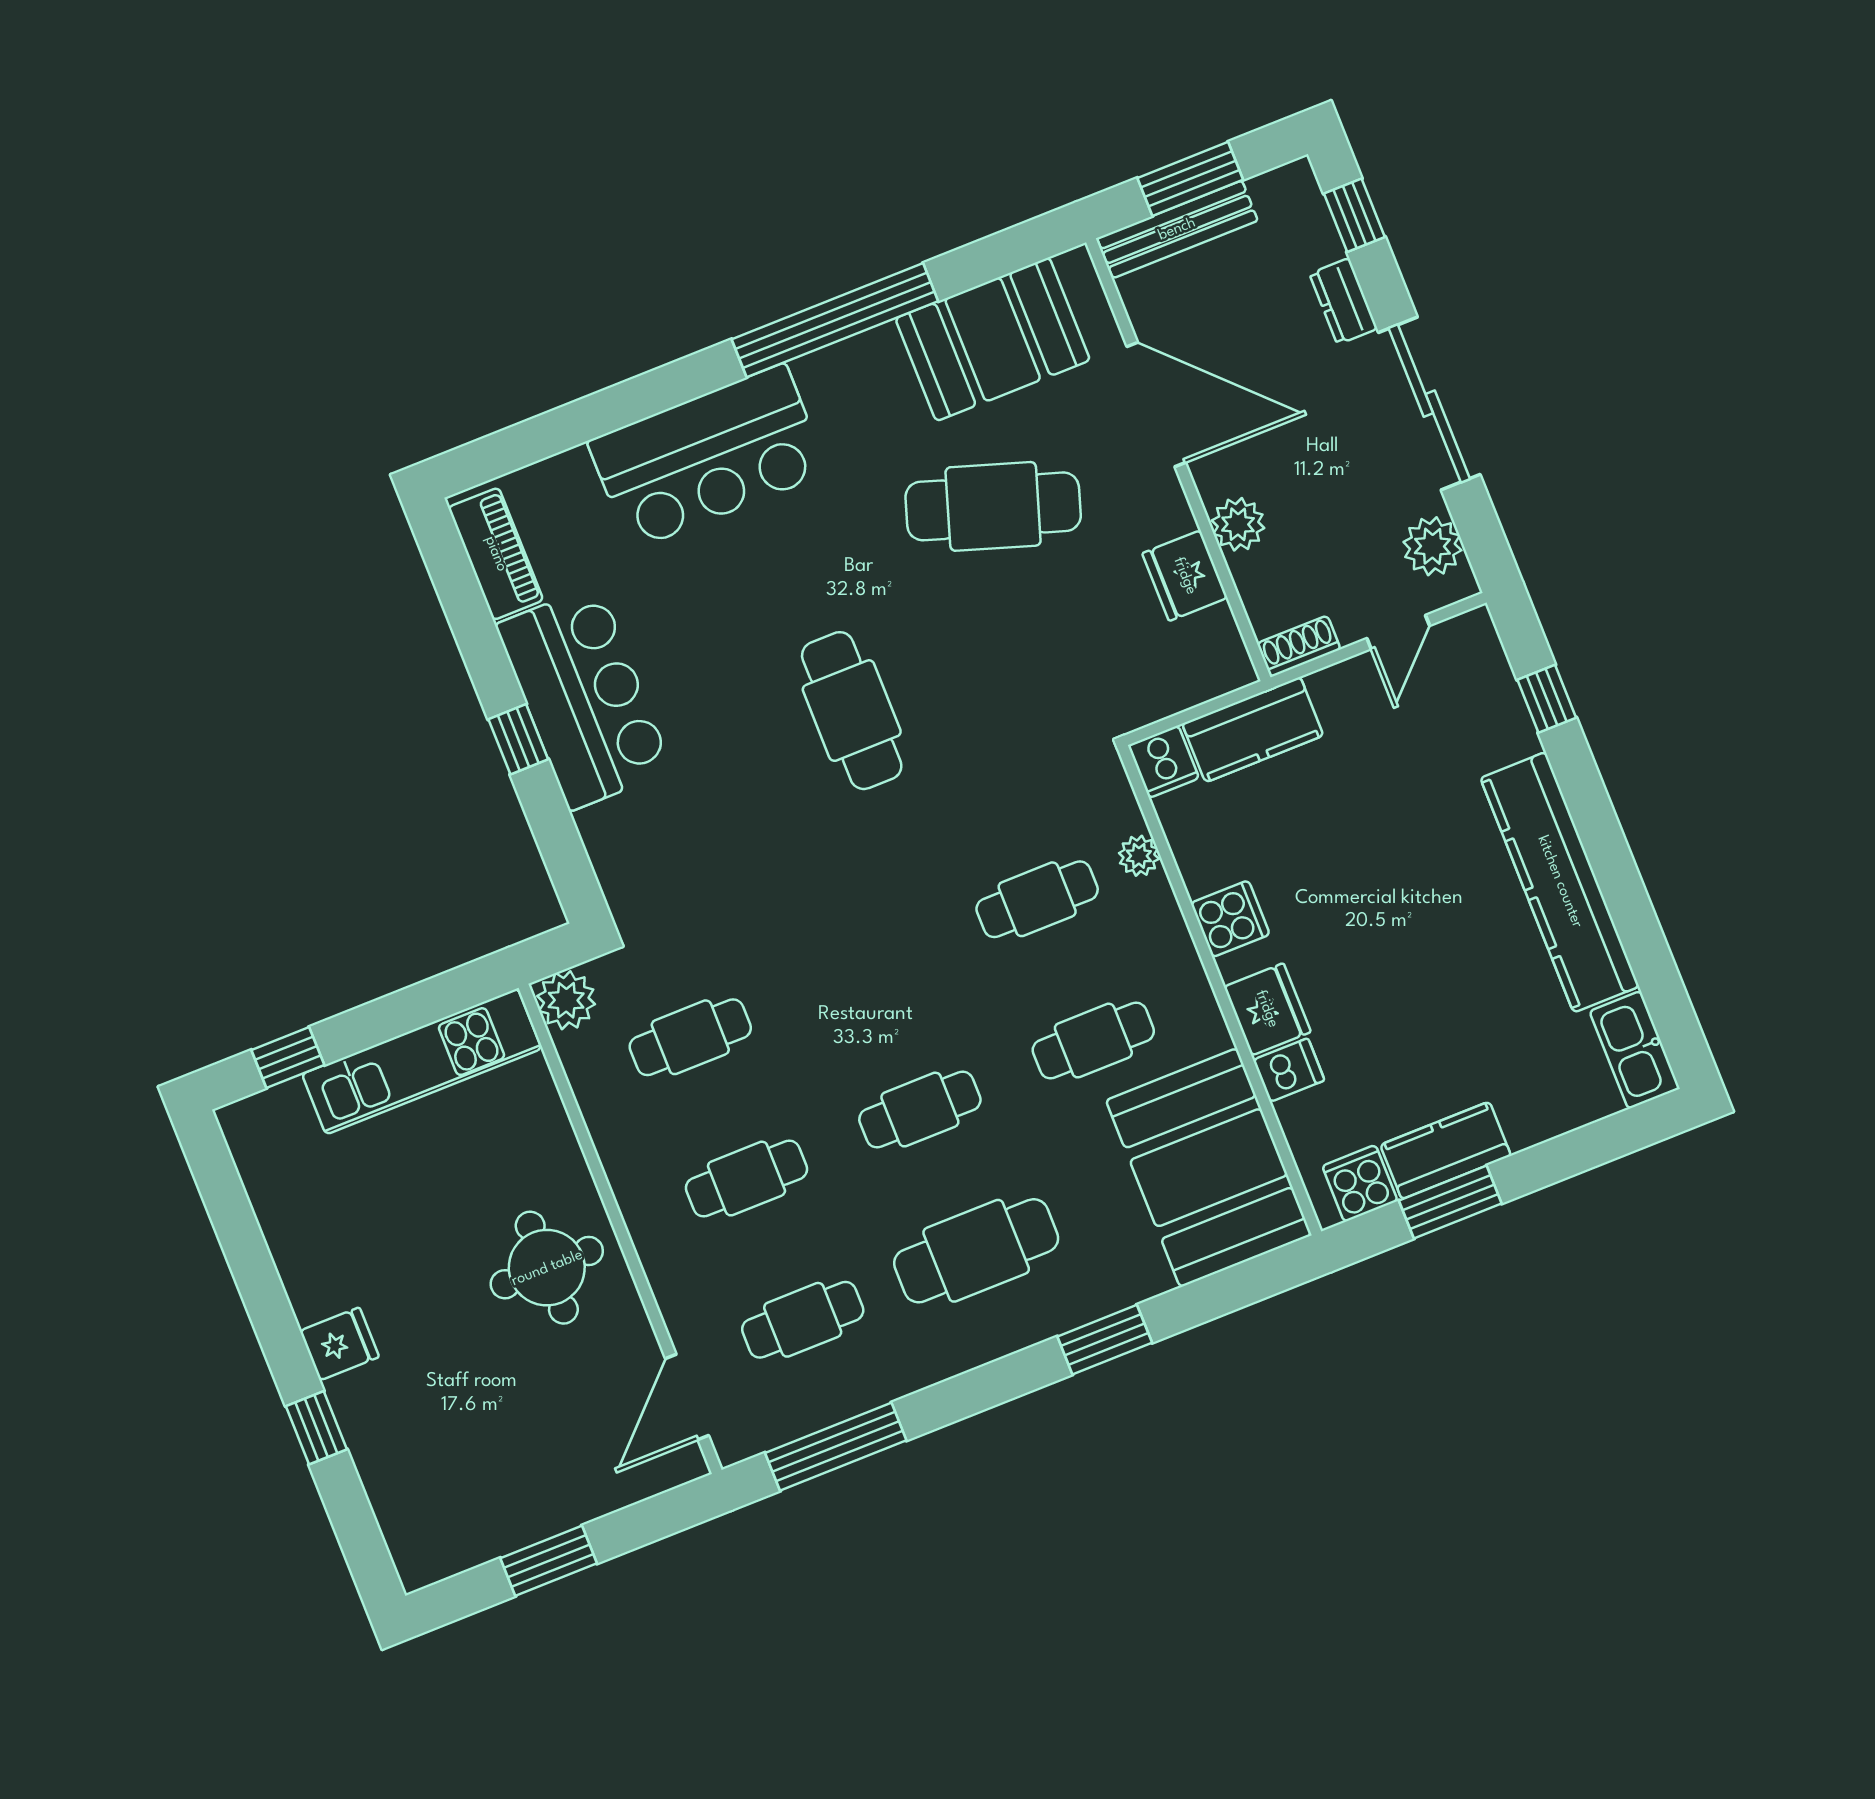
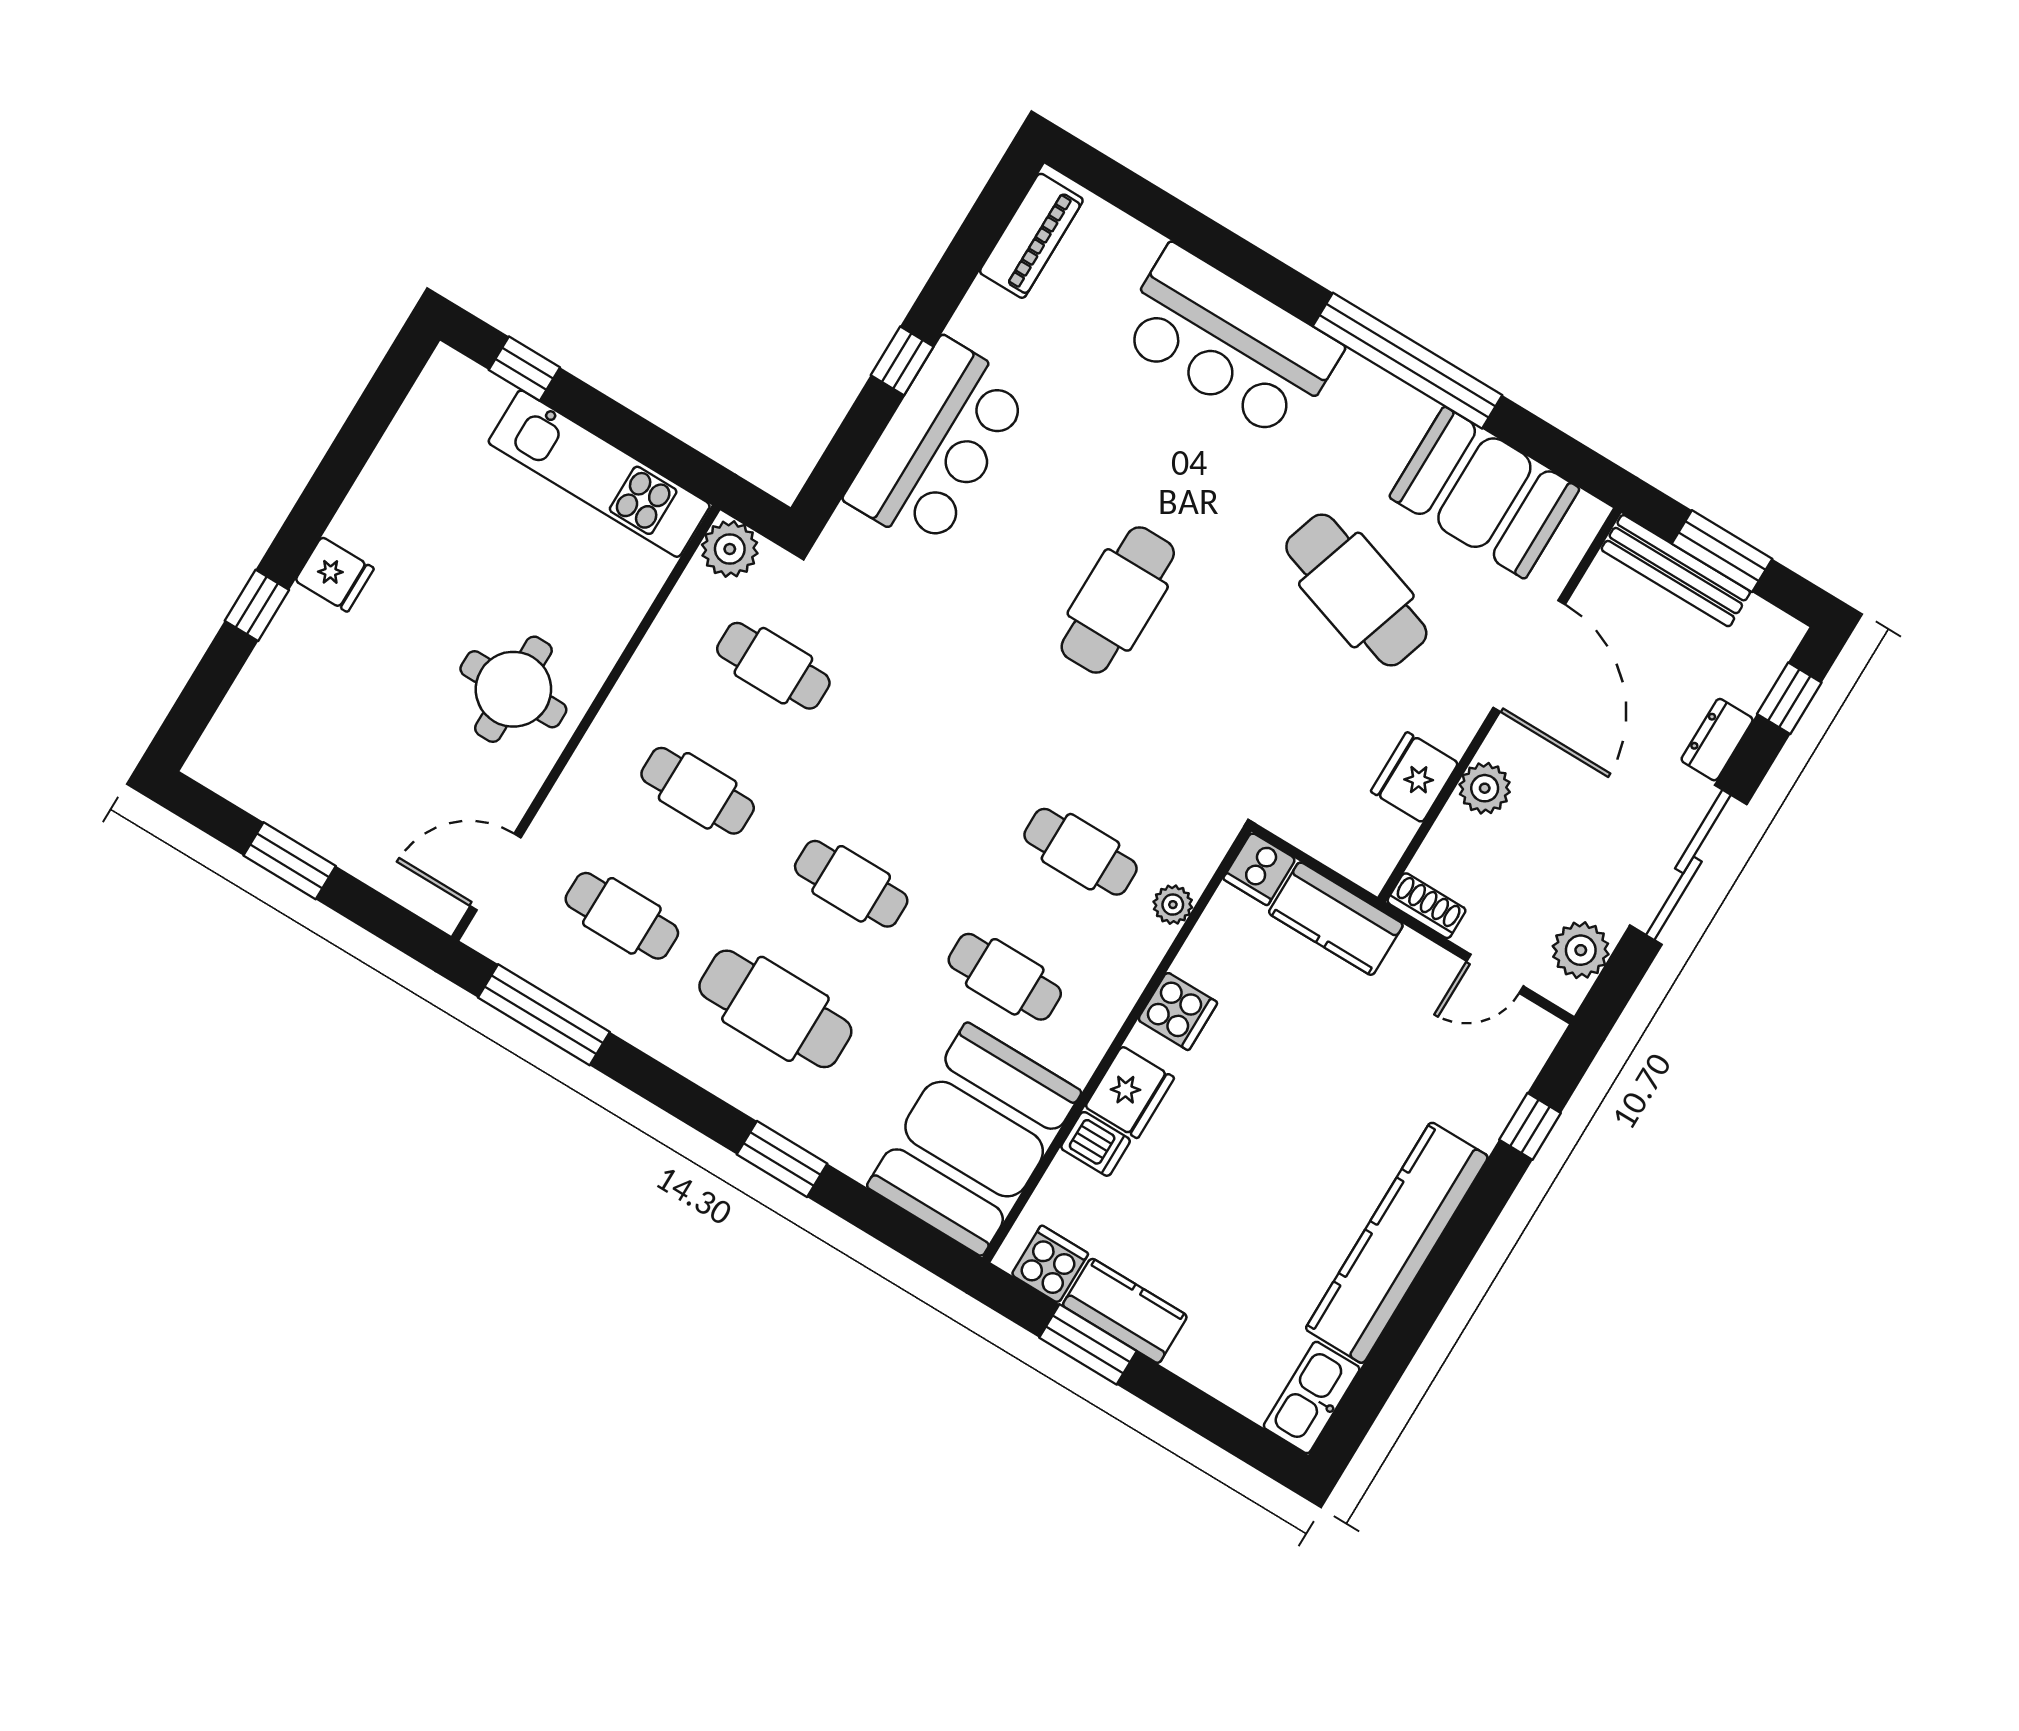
bar counter: (584, 698) -> (938, 444), moved

